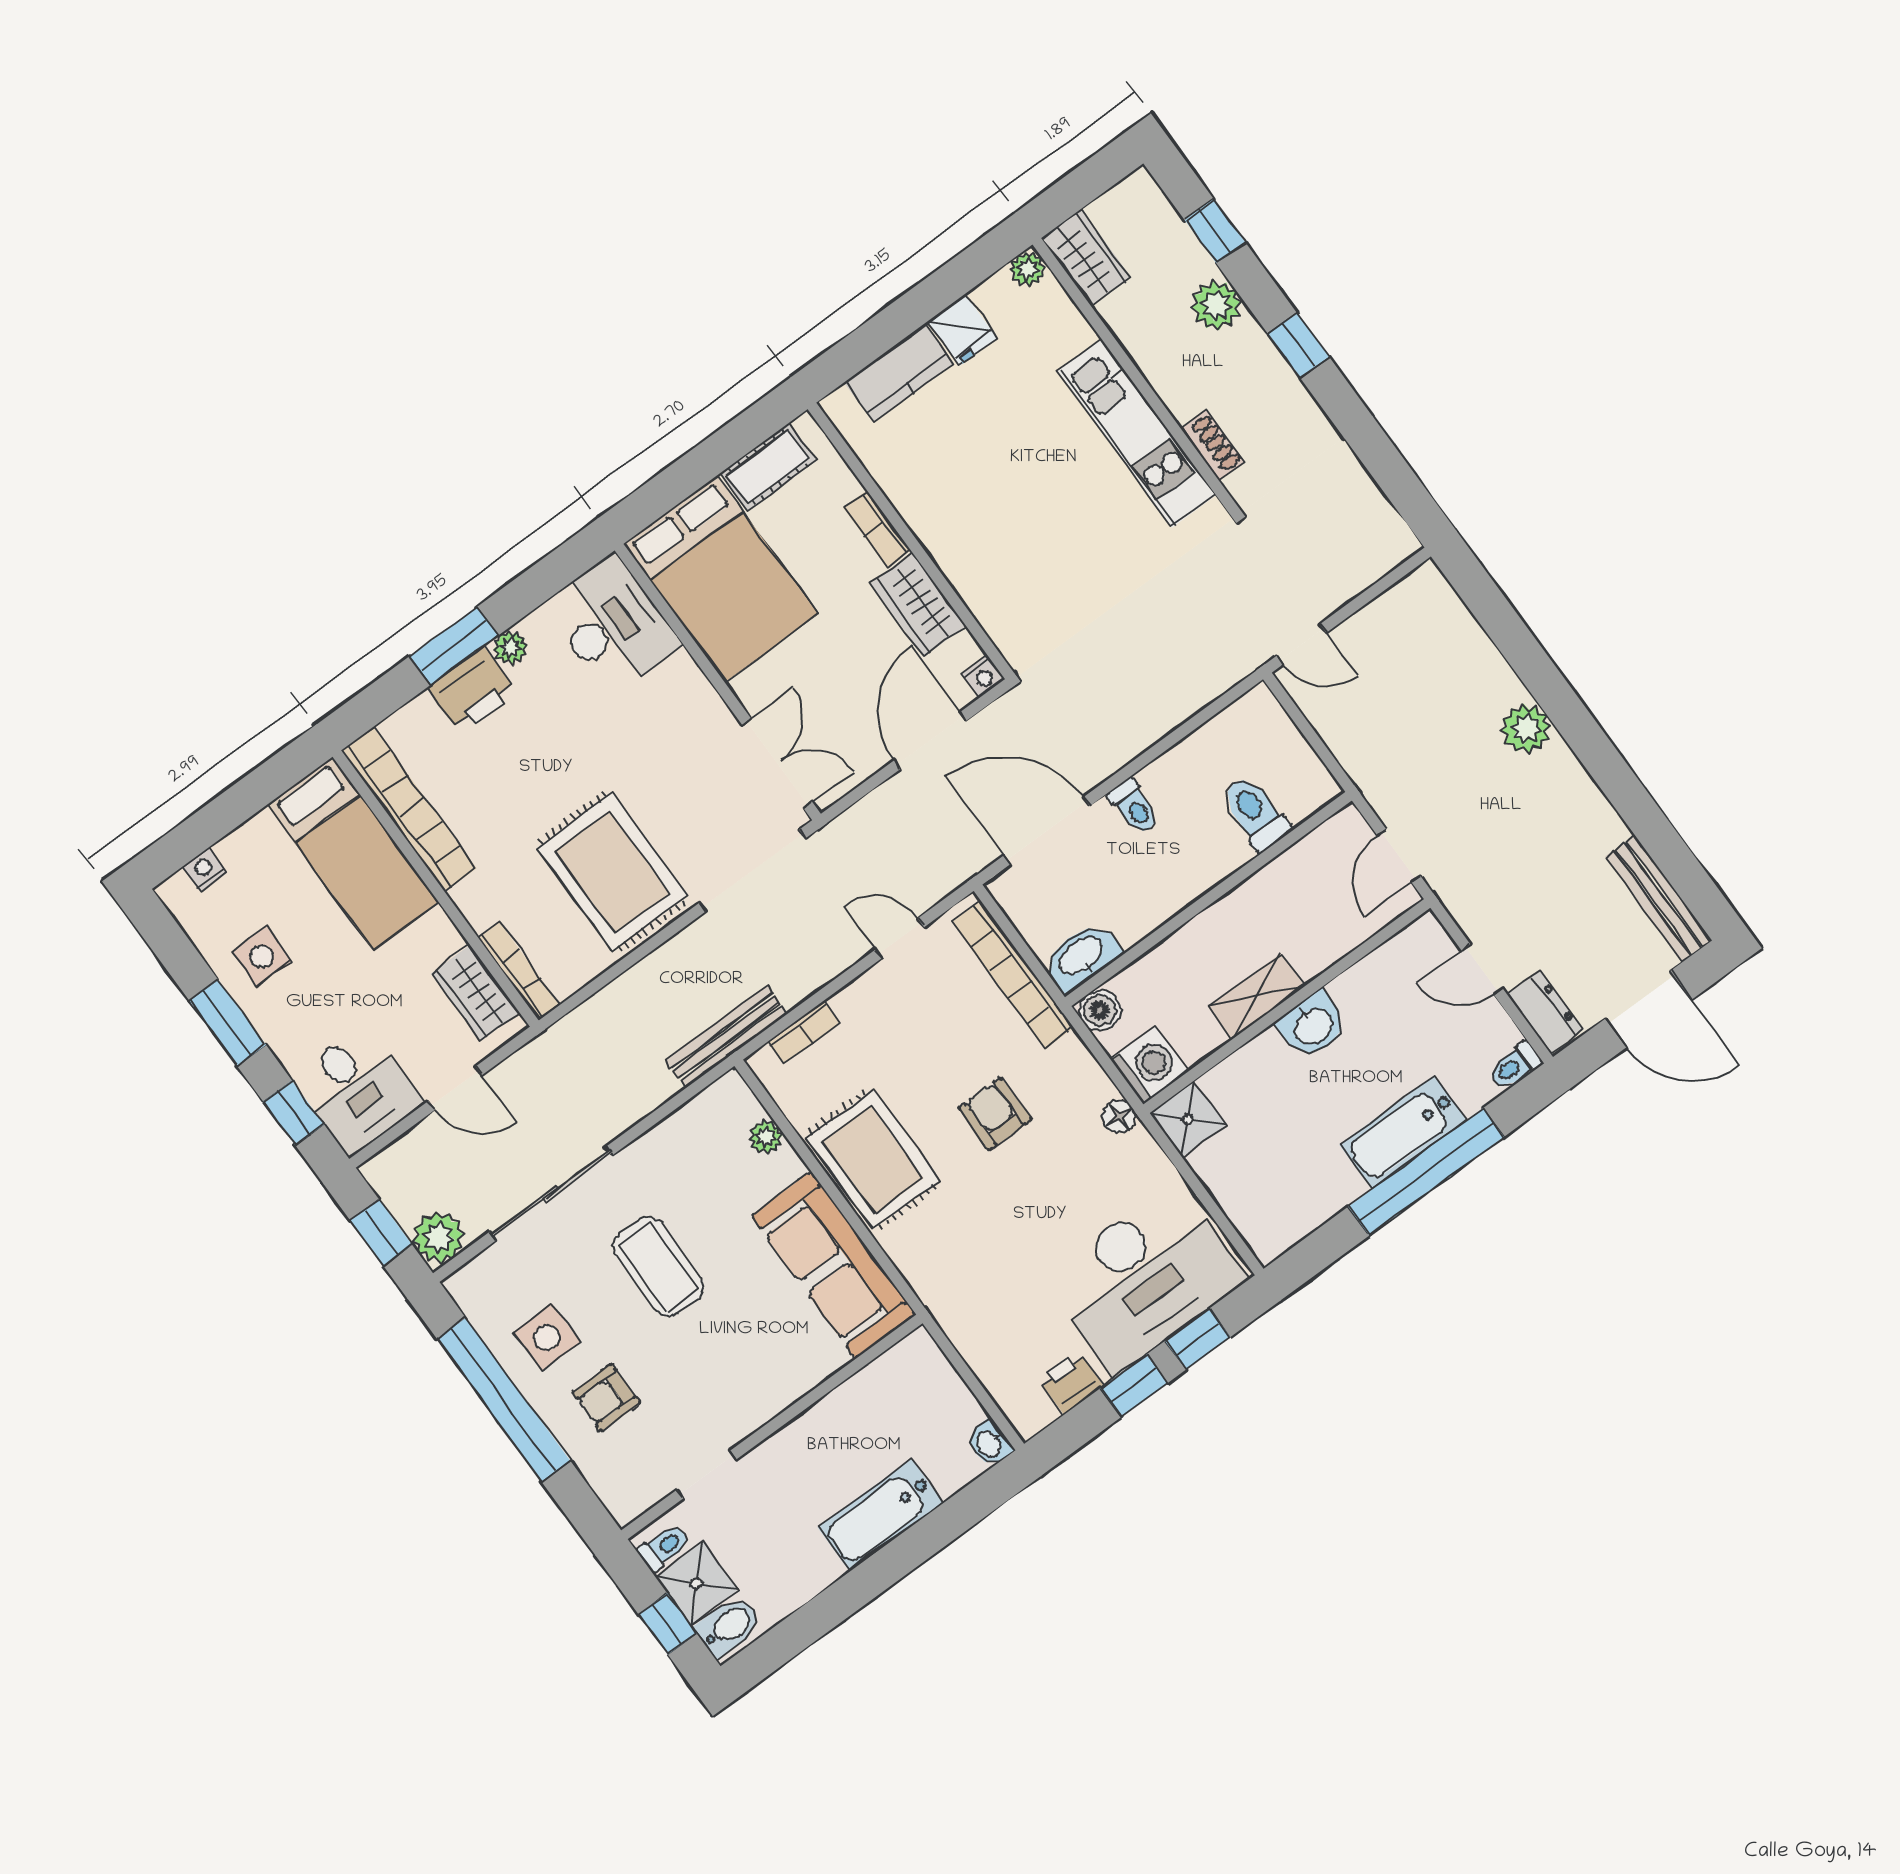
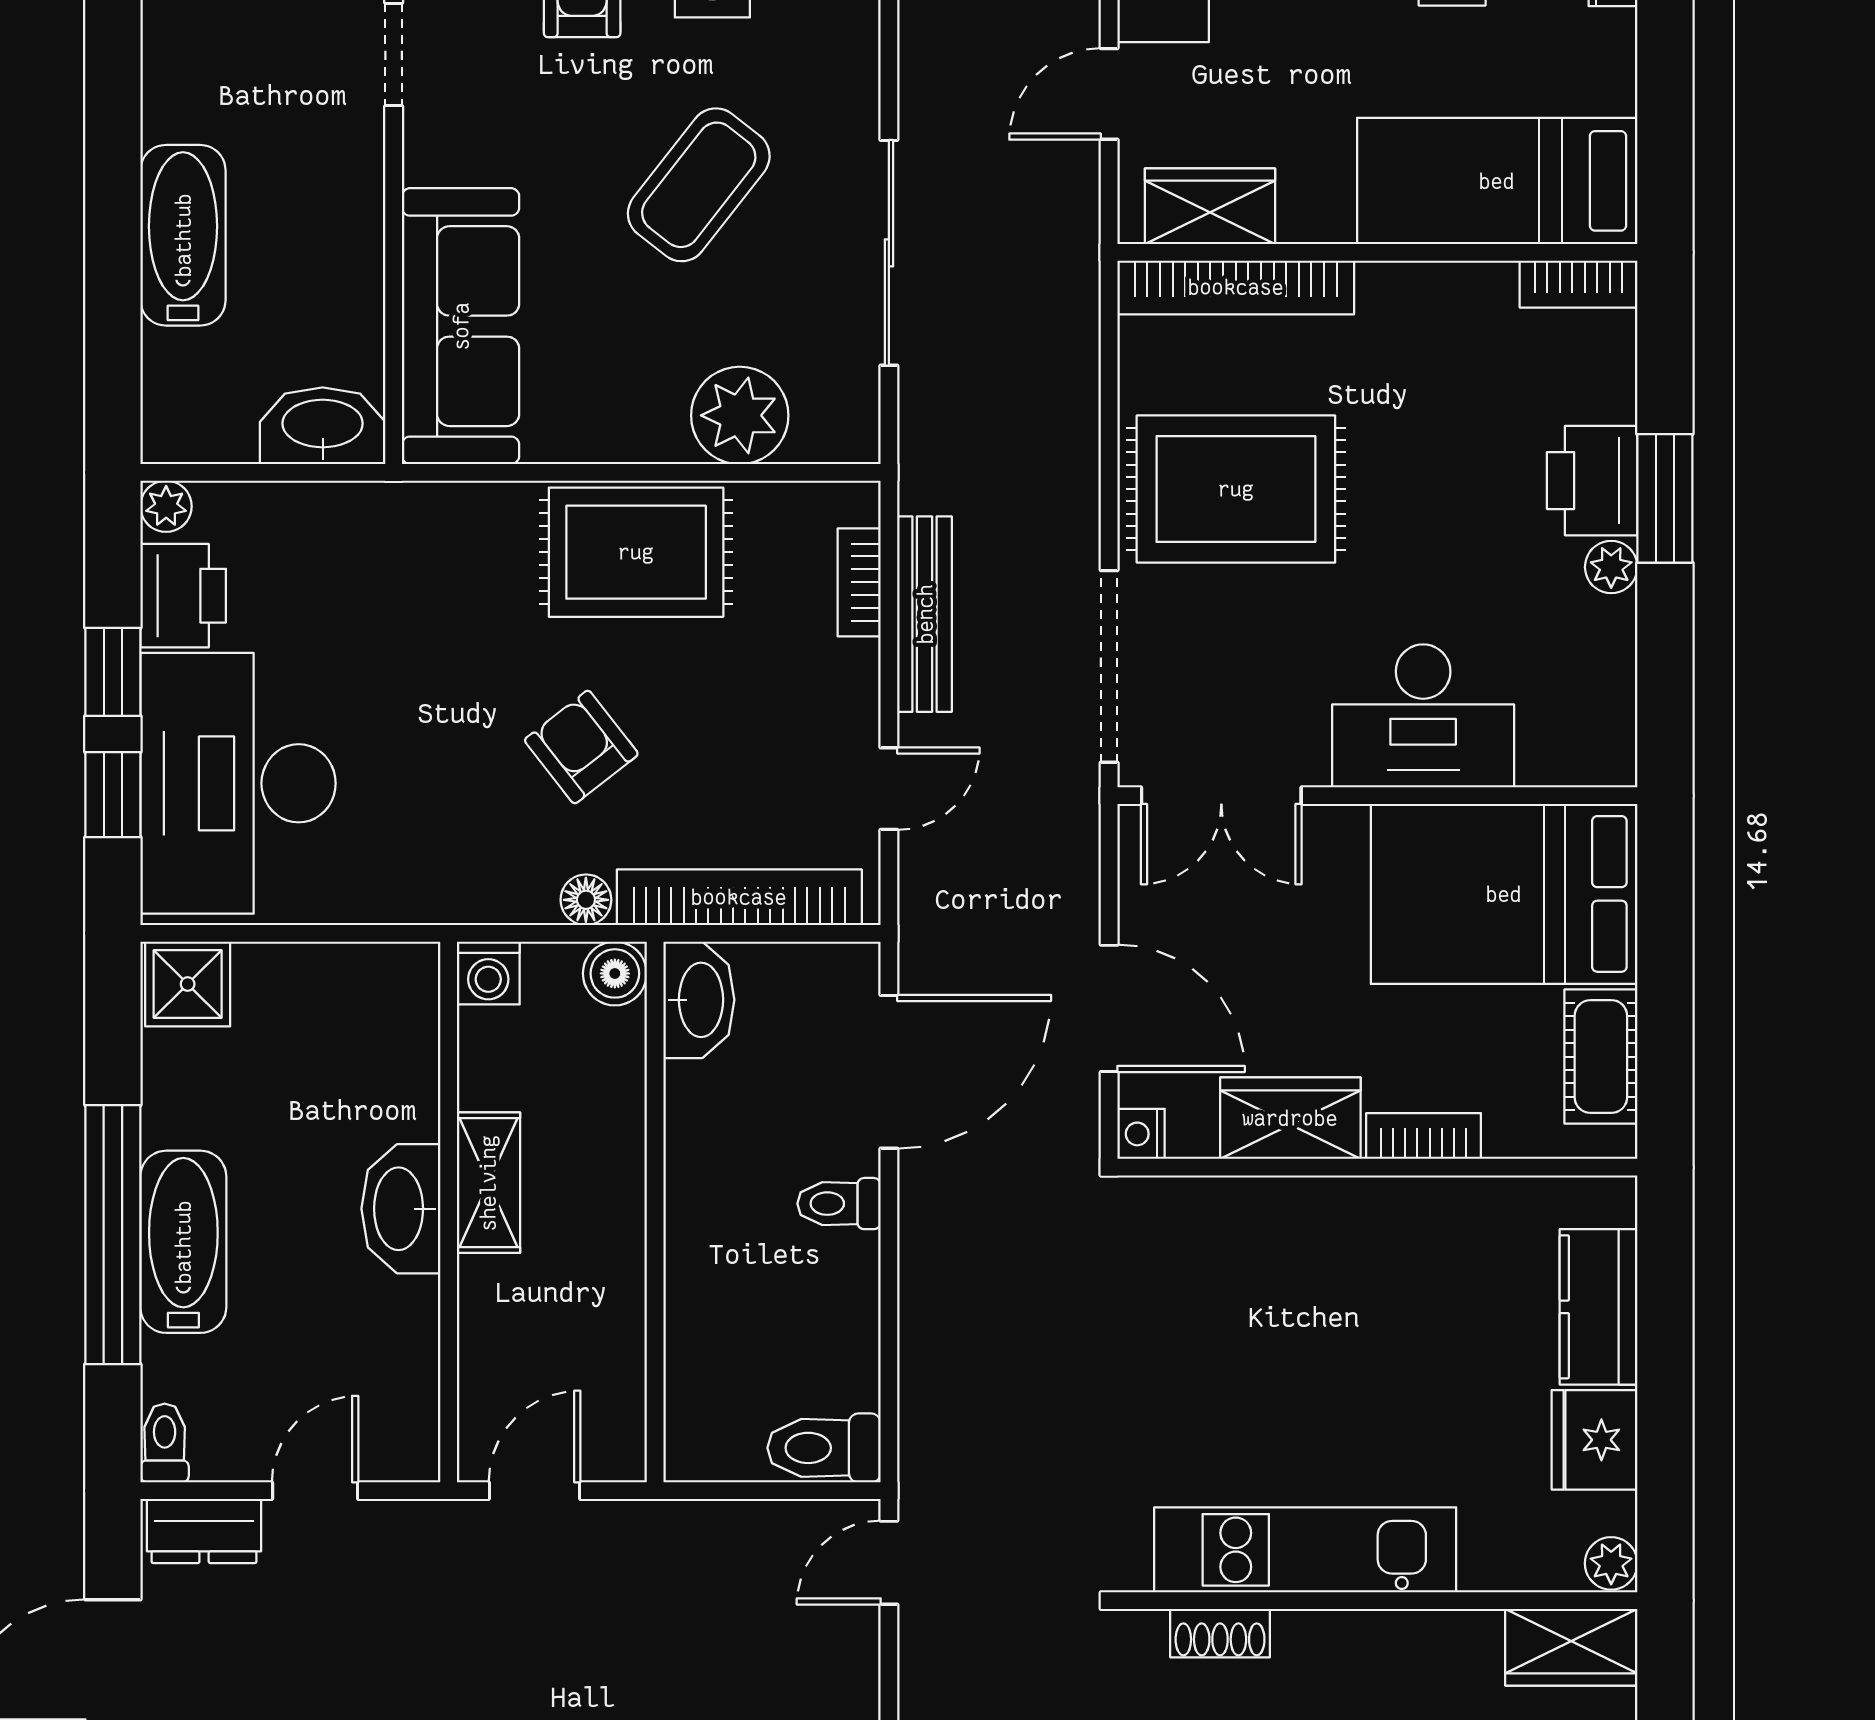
fridge: (962, 330) -> (1595, 1440), width x1.38
desk: (612, 625) -> (1423, 716), moved
bookcase: (409, 809) -> (1579, 284), width x0.43, depth x0.76
toilet: (1255, 813) -> (824, 1448), moved, turned 180
door: (1399, 856) -> (535, 1491), hinge flipped
bookcase: (519, 971) -> (1236, 287), width x1.48, depth x1.31
washbasin: (1313, 1025) -> (401, 1209), width x1.38
bench: (726, 1037) -> (925, 614), moved
washing machine: (1149, 1066) -> (488, 973), width x0.73, depth x0.73
armchair: (995, 1114) -> (581, 747), turned -128
floor lamp: (1119, 1117) -> (586, 900), moved
shower: (1188, 1119) -> (188, 984), moved
plant: (766, 1137) -> (740, 415), width x1.87, depth x1.87
sliding door: (551, 1193) -> (889, 253), moved
sofa: (833, 1265) -> (461, 326), moved, turned 90
coffee table: (658, 1267) -> (699, 185), turned -52
printer: (1071, 1382) -> (183, 596), width x1.36, depth x1.24
plant: (1028, 1421) -> (166, 506), added
washbasin: (989, 1443) -> (323, 426), moved, width x1.91, depth x1.45

